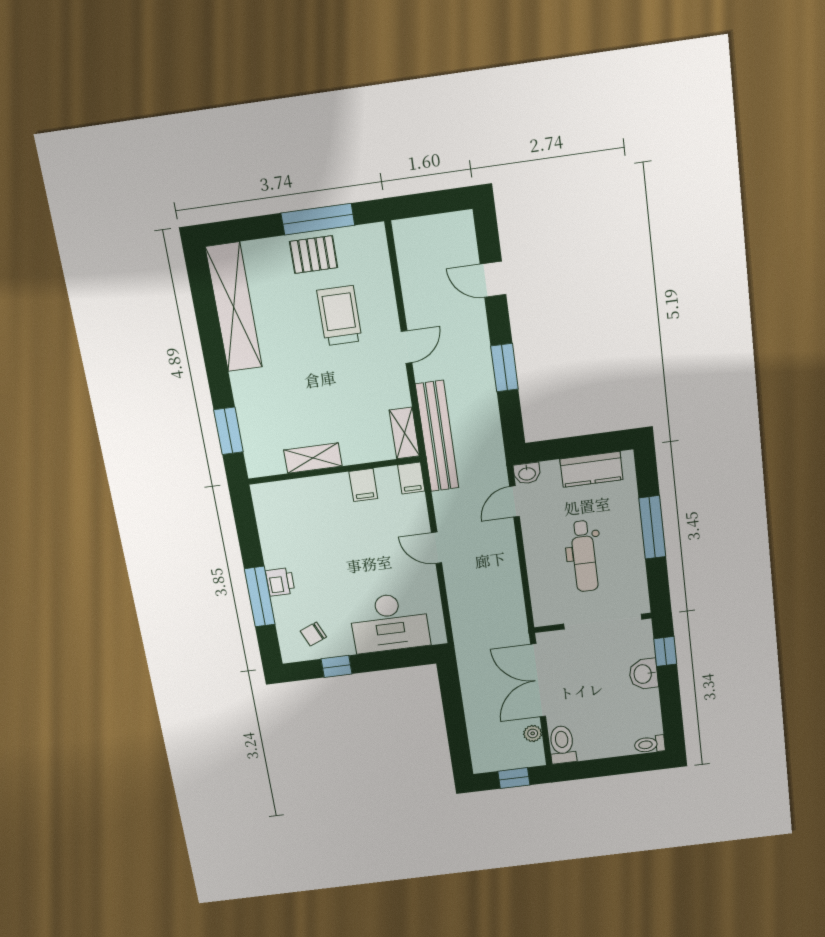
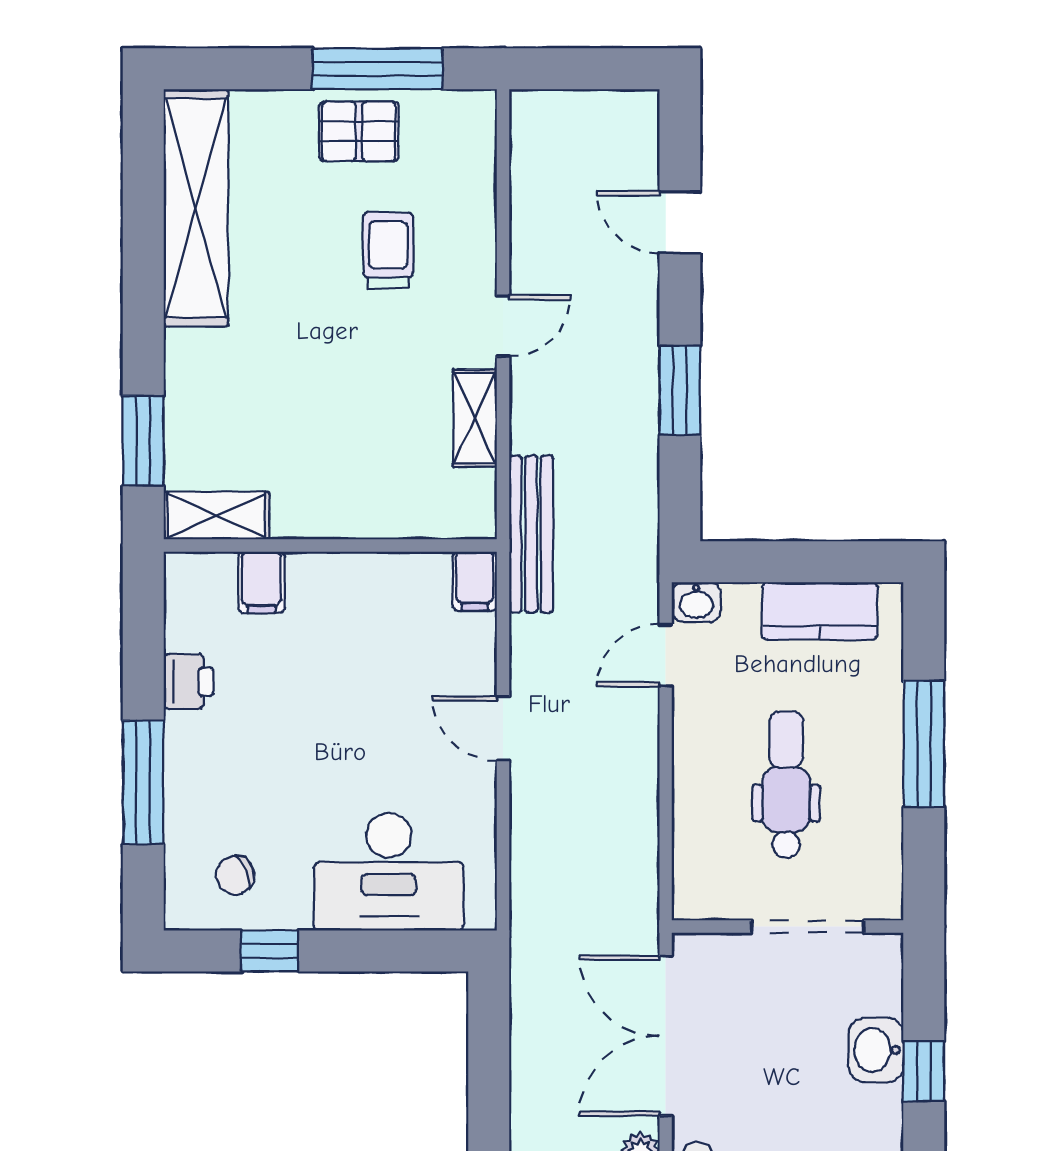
trolley: (339, 316) -> (388, 250), width x0.73, depth x0.72
shelving: (404, 433) -> (475, 418), moved
bench: (437, 436) -> (531, 534), width x0.73, depth x0.82
shelving: (313, 458) -> (216, 516), moved
filing cabinet: (363, 485) -> (261, 582), moved
dental chair: (584, 556) -> (786, 785), turned 180
printer: (280, 582) -> (189, 681), moved
doorway: (603, 622) -> (807, 927), width x0.73
window: (665, 651) -> (924, 1071), moved

